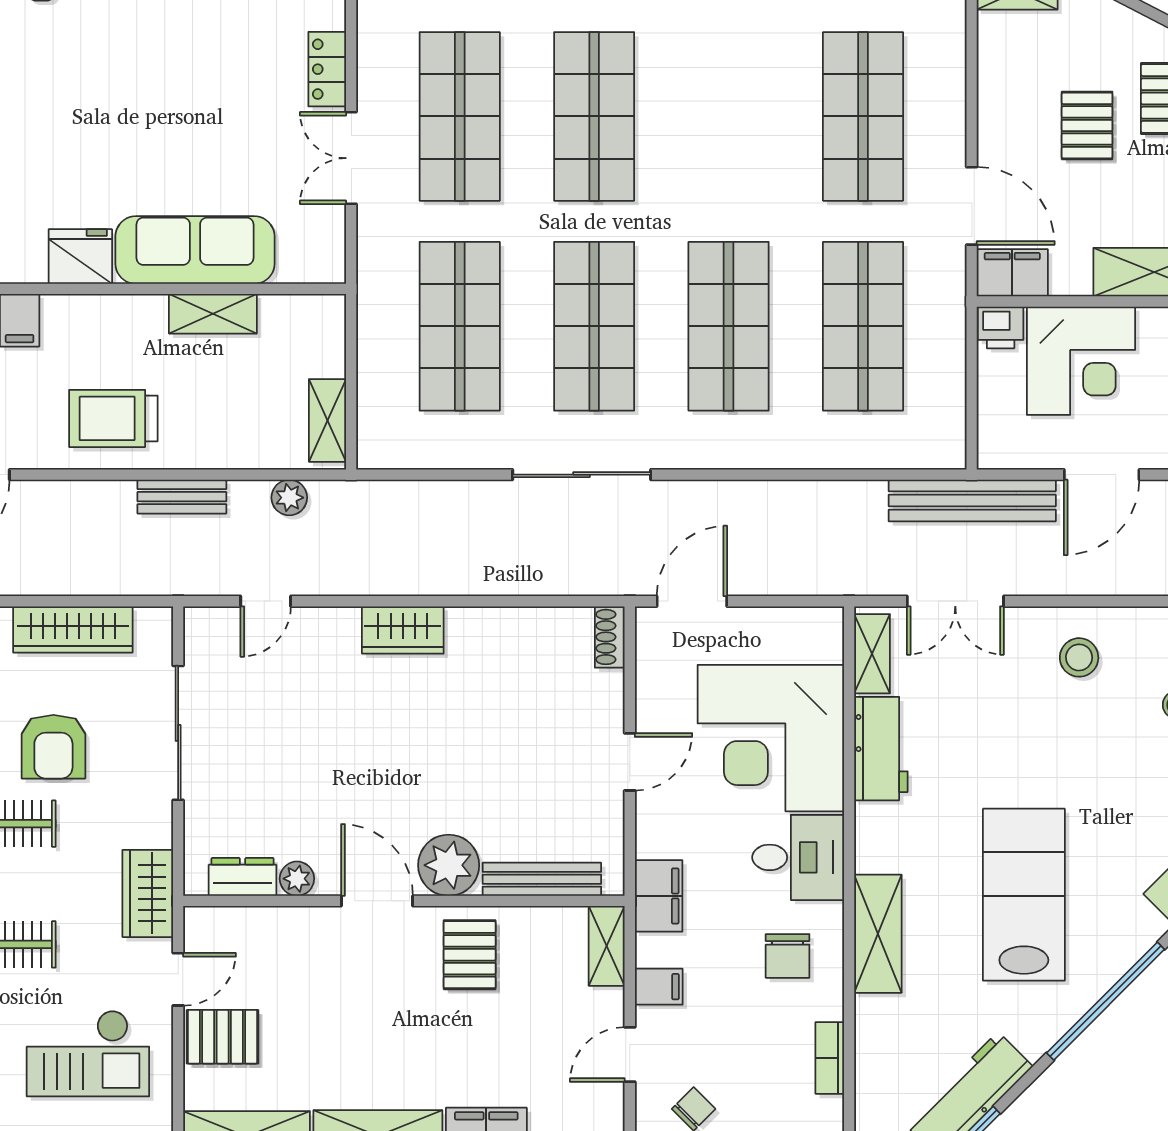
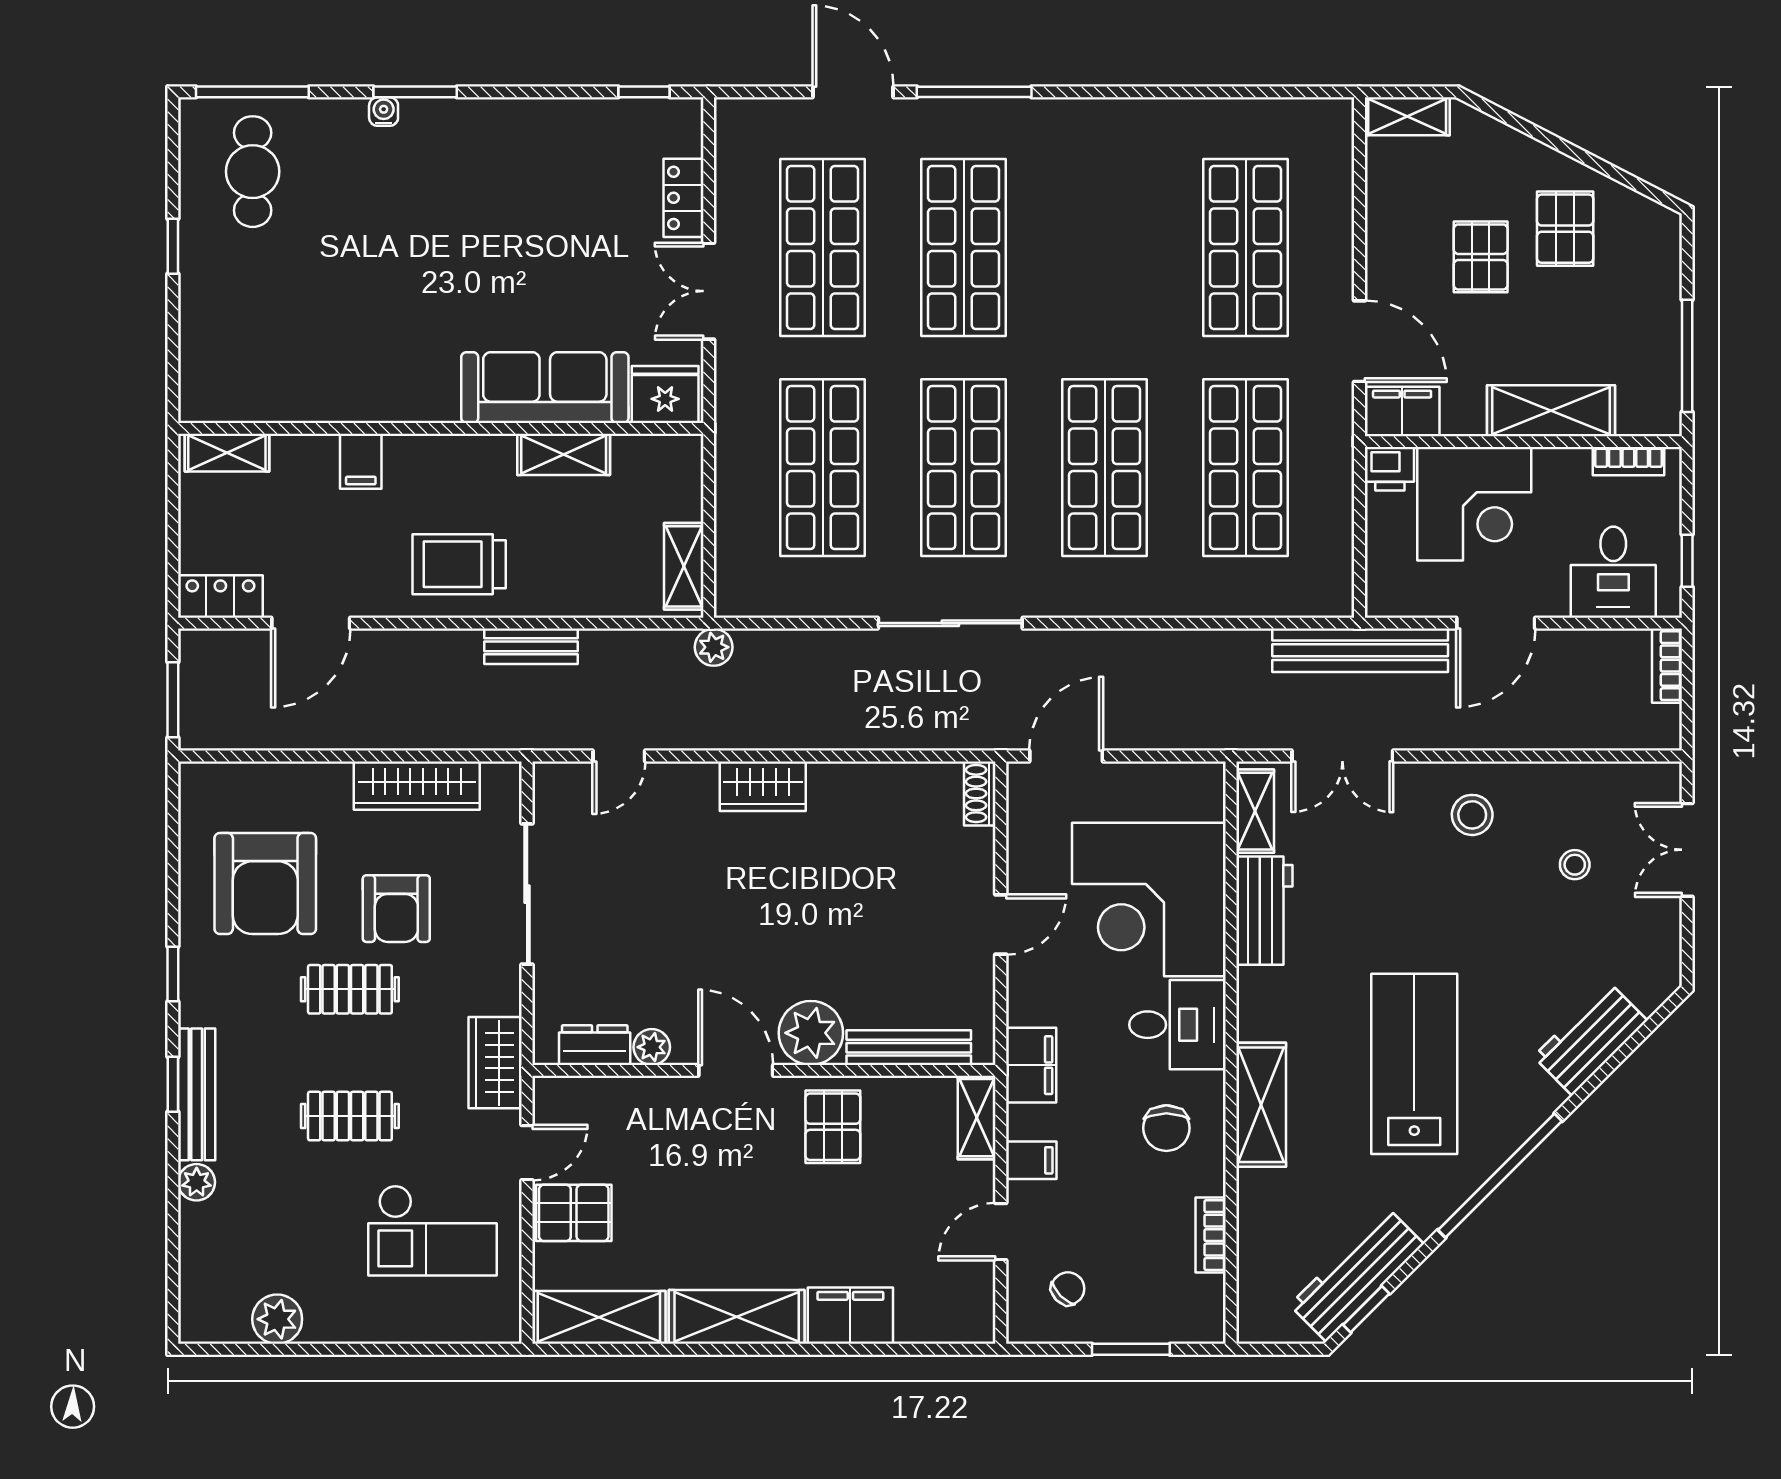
fridge: (80, 257) -> (665, 394), moved
plant: (289, 498) -> (714, 647), moved

